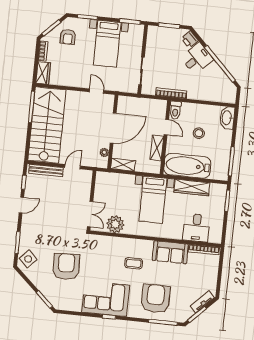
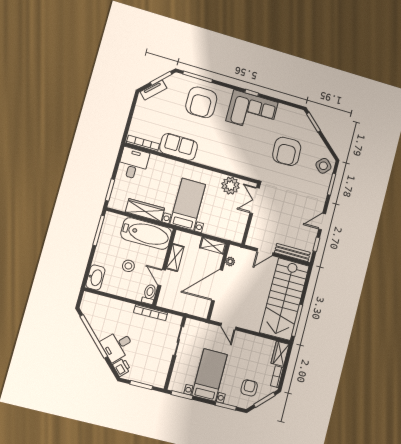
desk: (196, 228) -> (133, 163), moved
coffee table: (134, 263) -> (218, 142), removed

